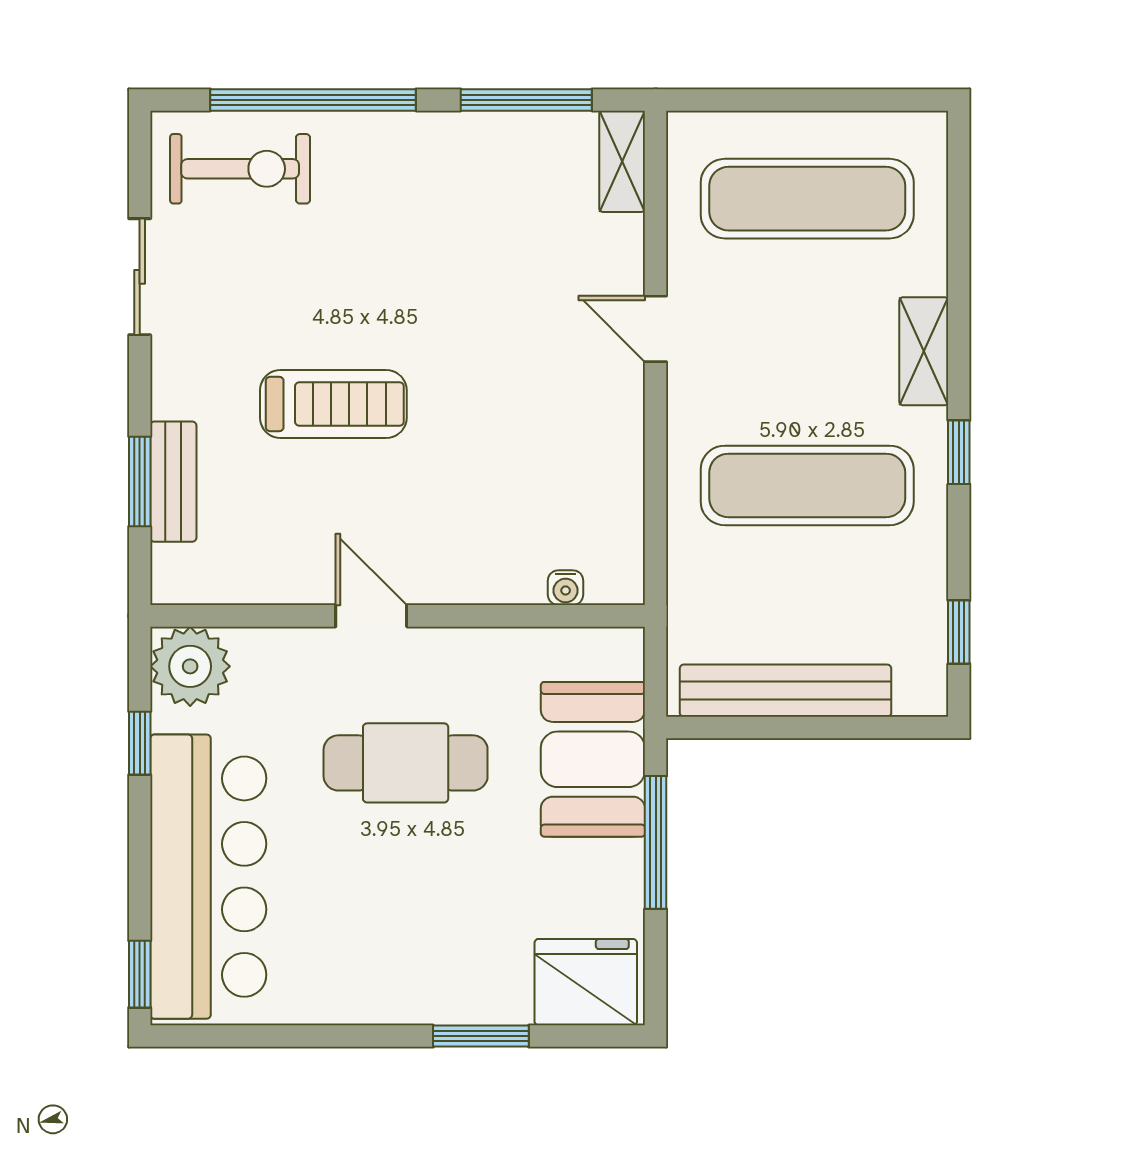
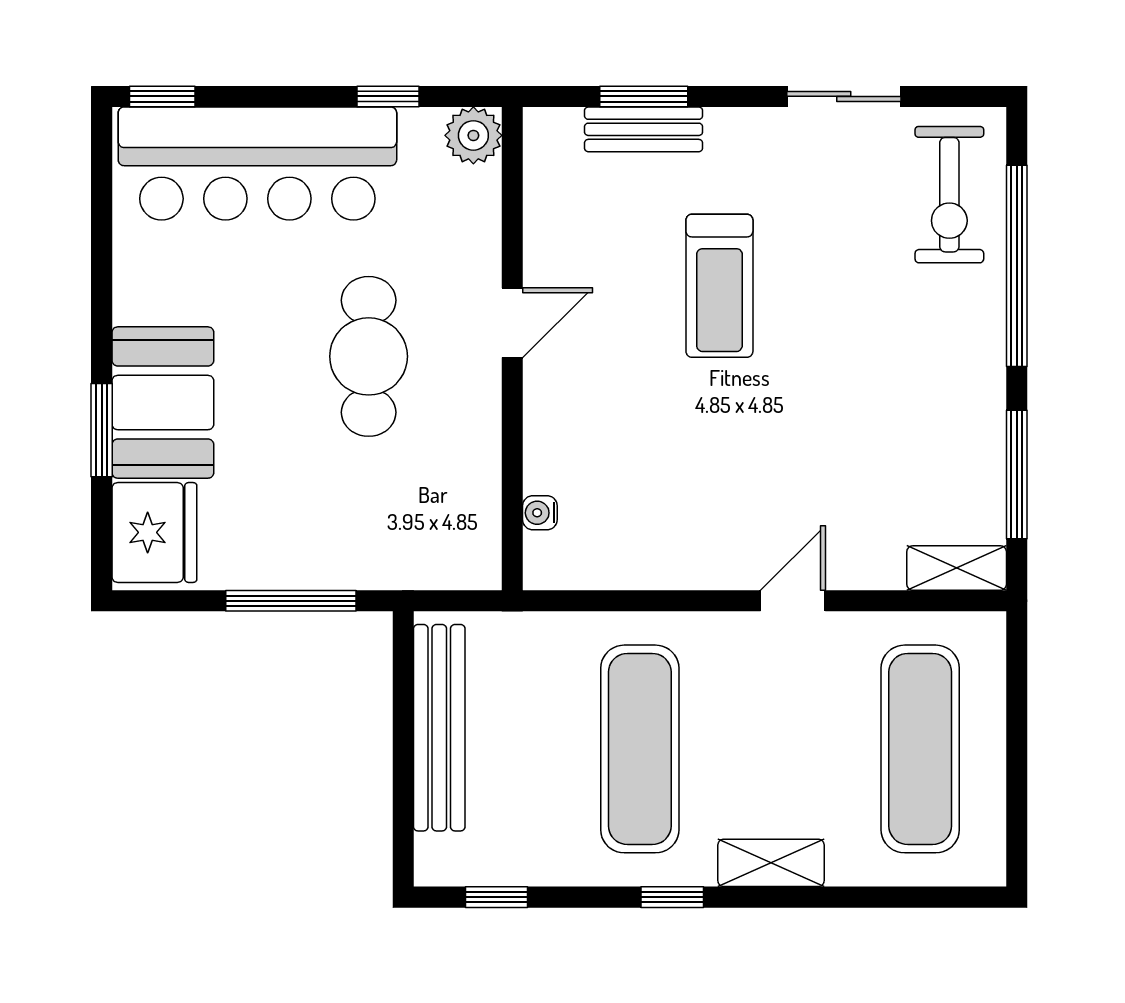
plant: (190, 666) -> (473, 135), width x0.73, depth x0.73
booth: (593, 759) -> (163, 403), moved, turned 90

